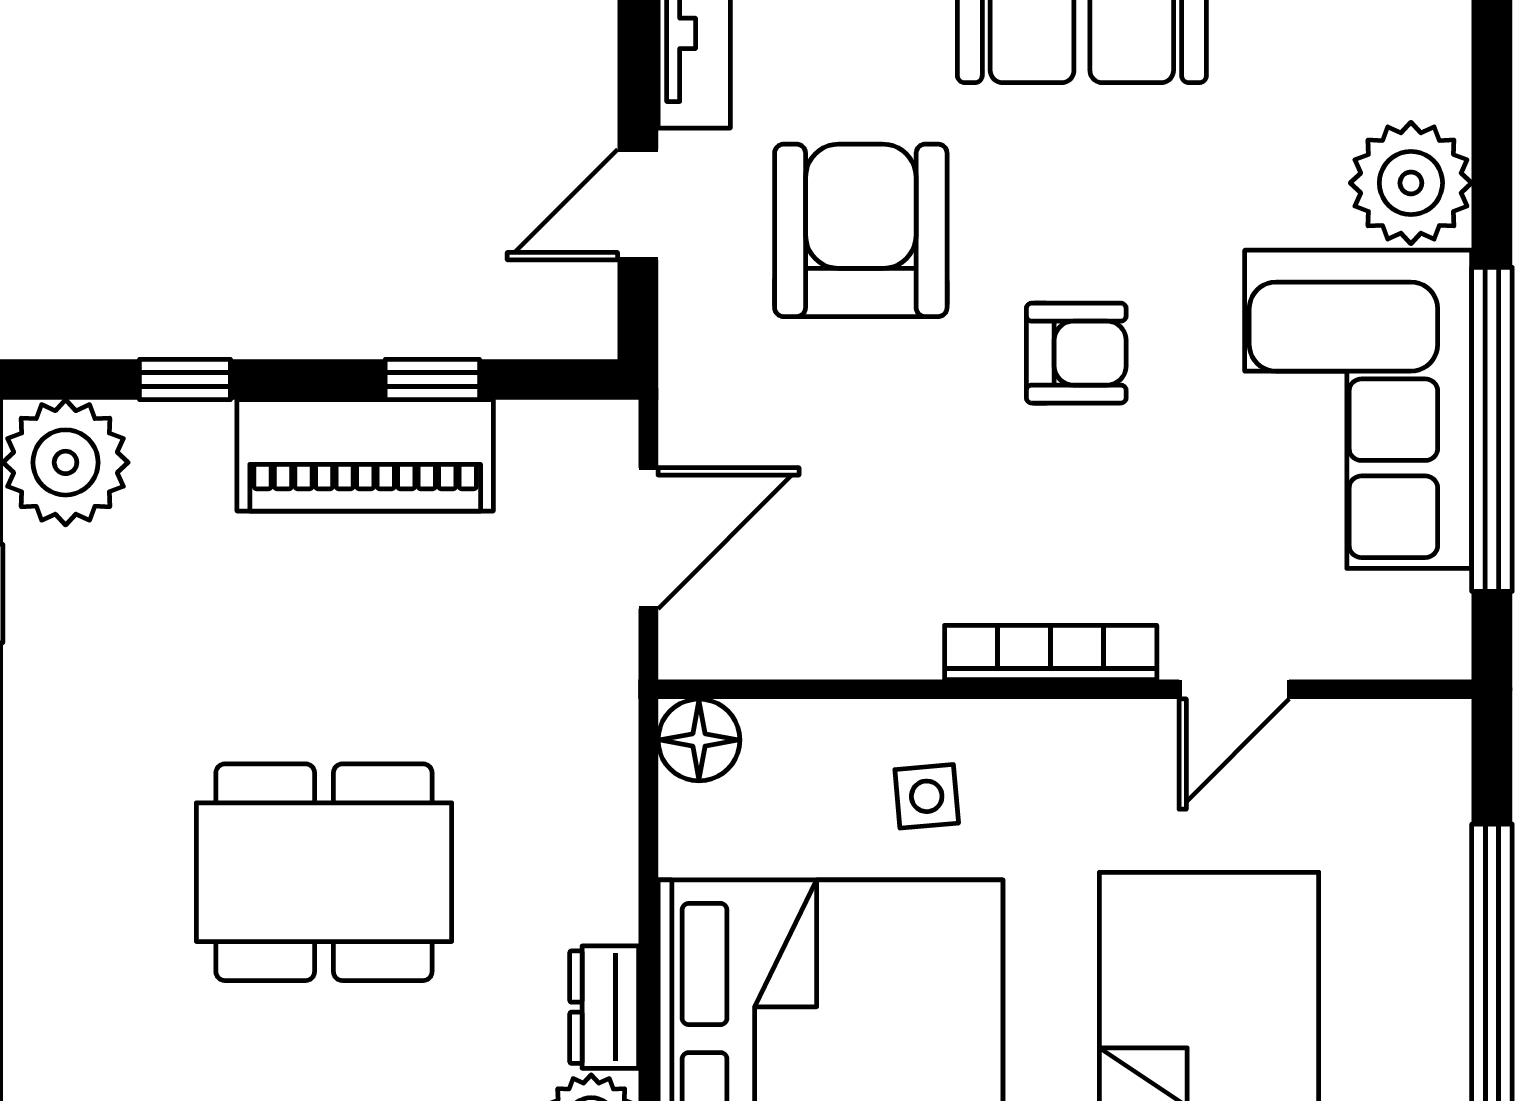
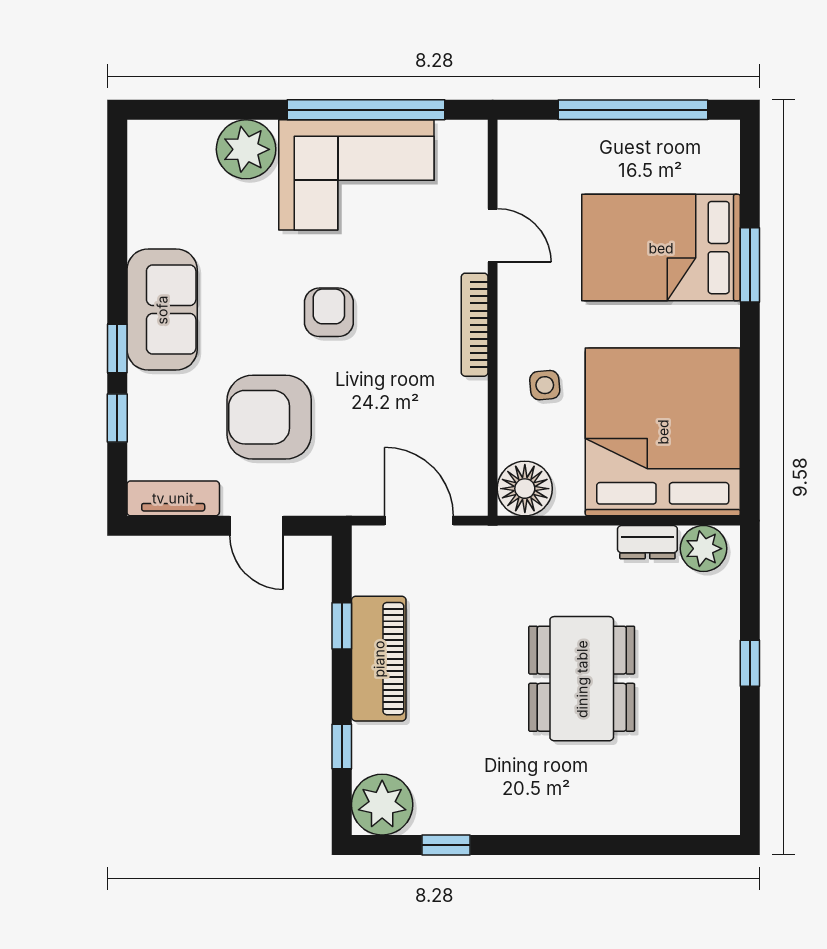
floor lamp: (699, 740) -> (525, 489), width x1.38, depth x1.38

